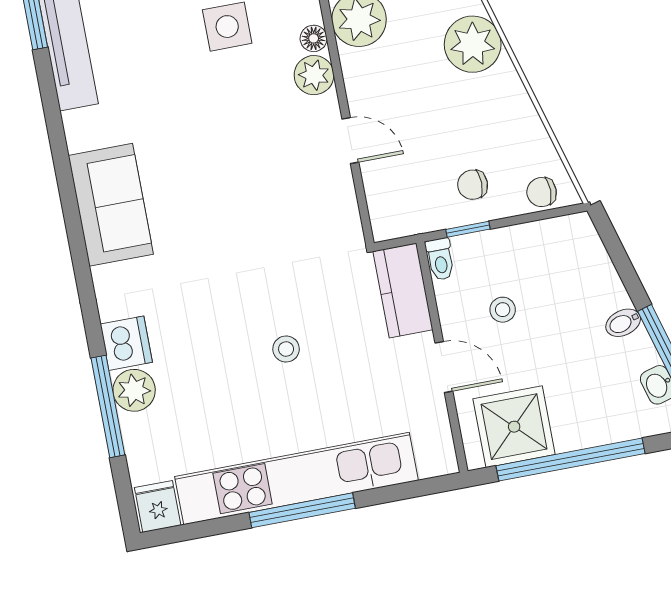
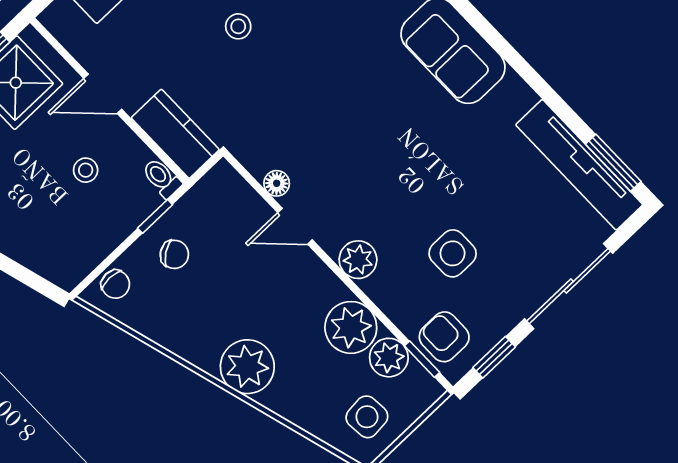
floor lamp: (314, 38) -> (277, 183), moved
chair: (473, 185) -> (174, 254), turned 55
chair: (542, 192) -> (115, 284), turned 90

